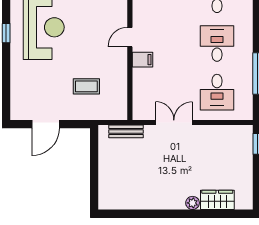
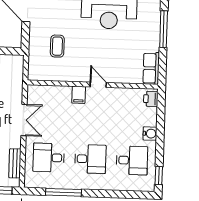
bench: (126, 131) -> (15, 163), moved

